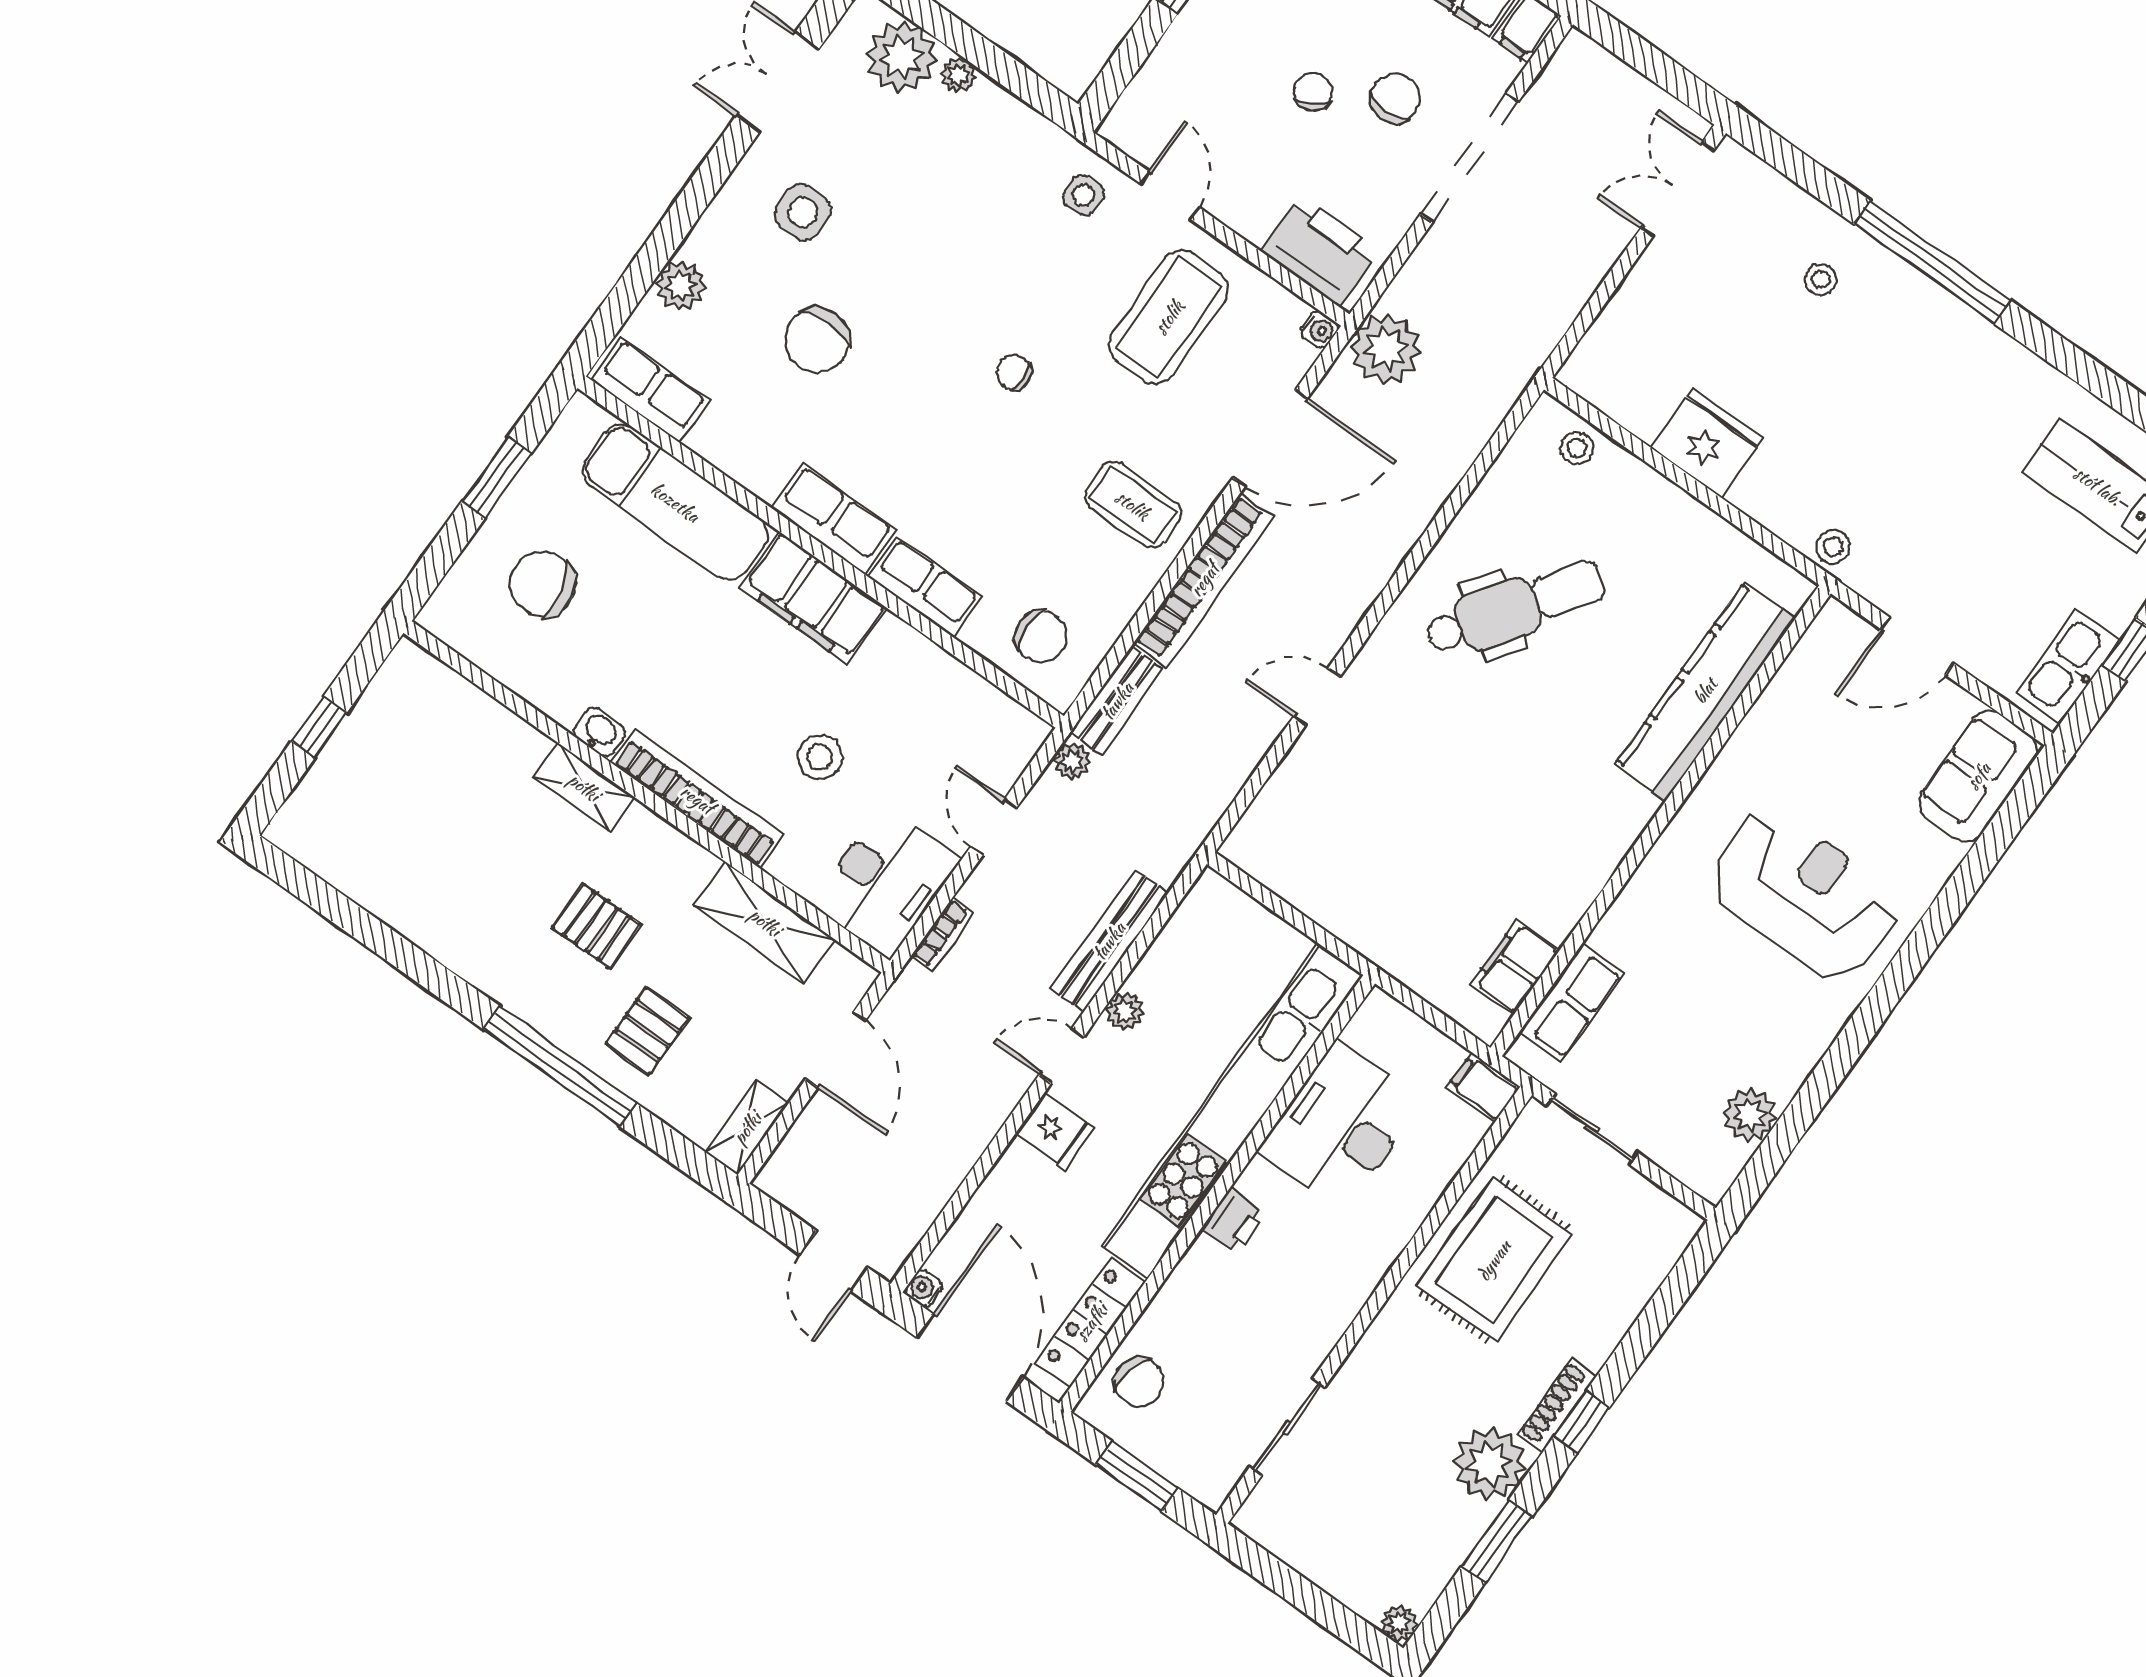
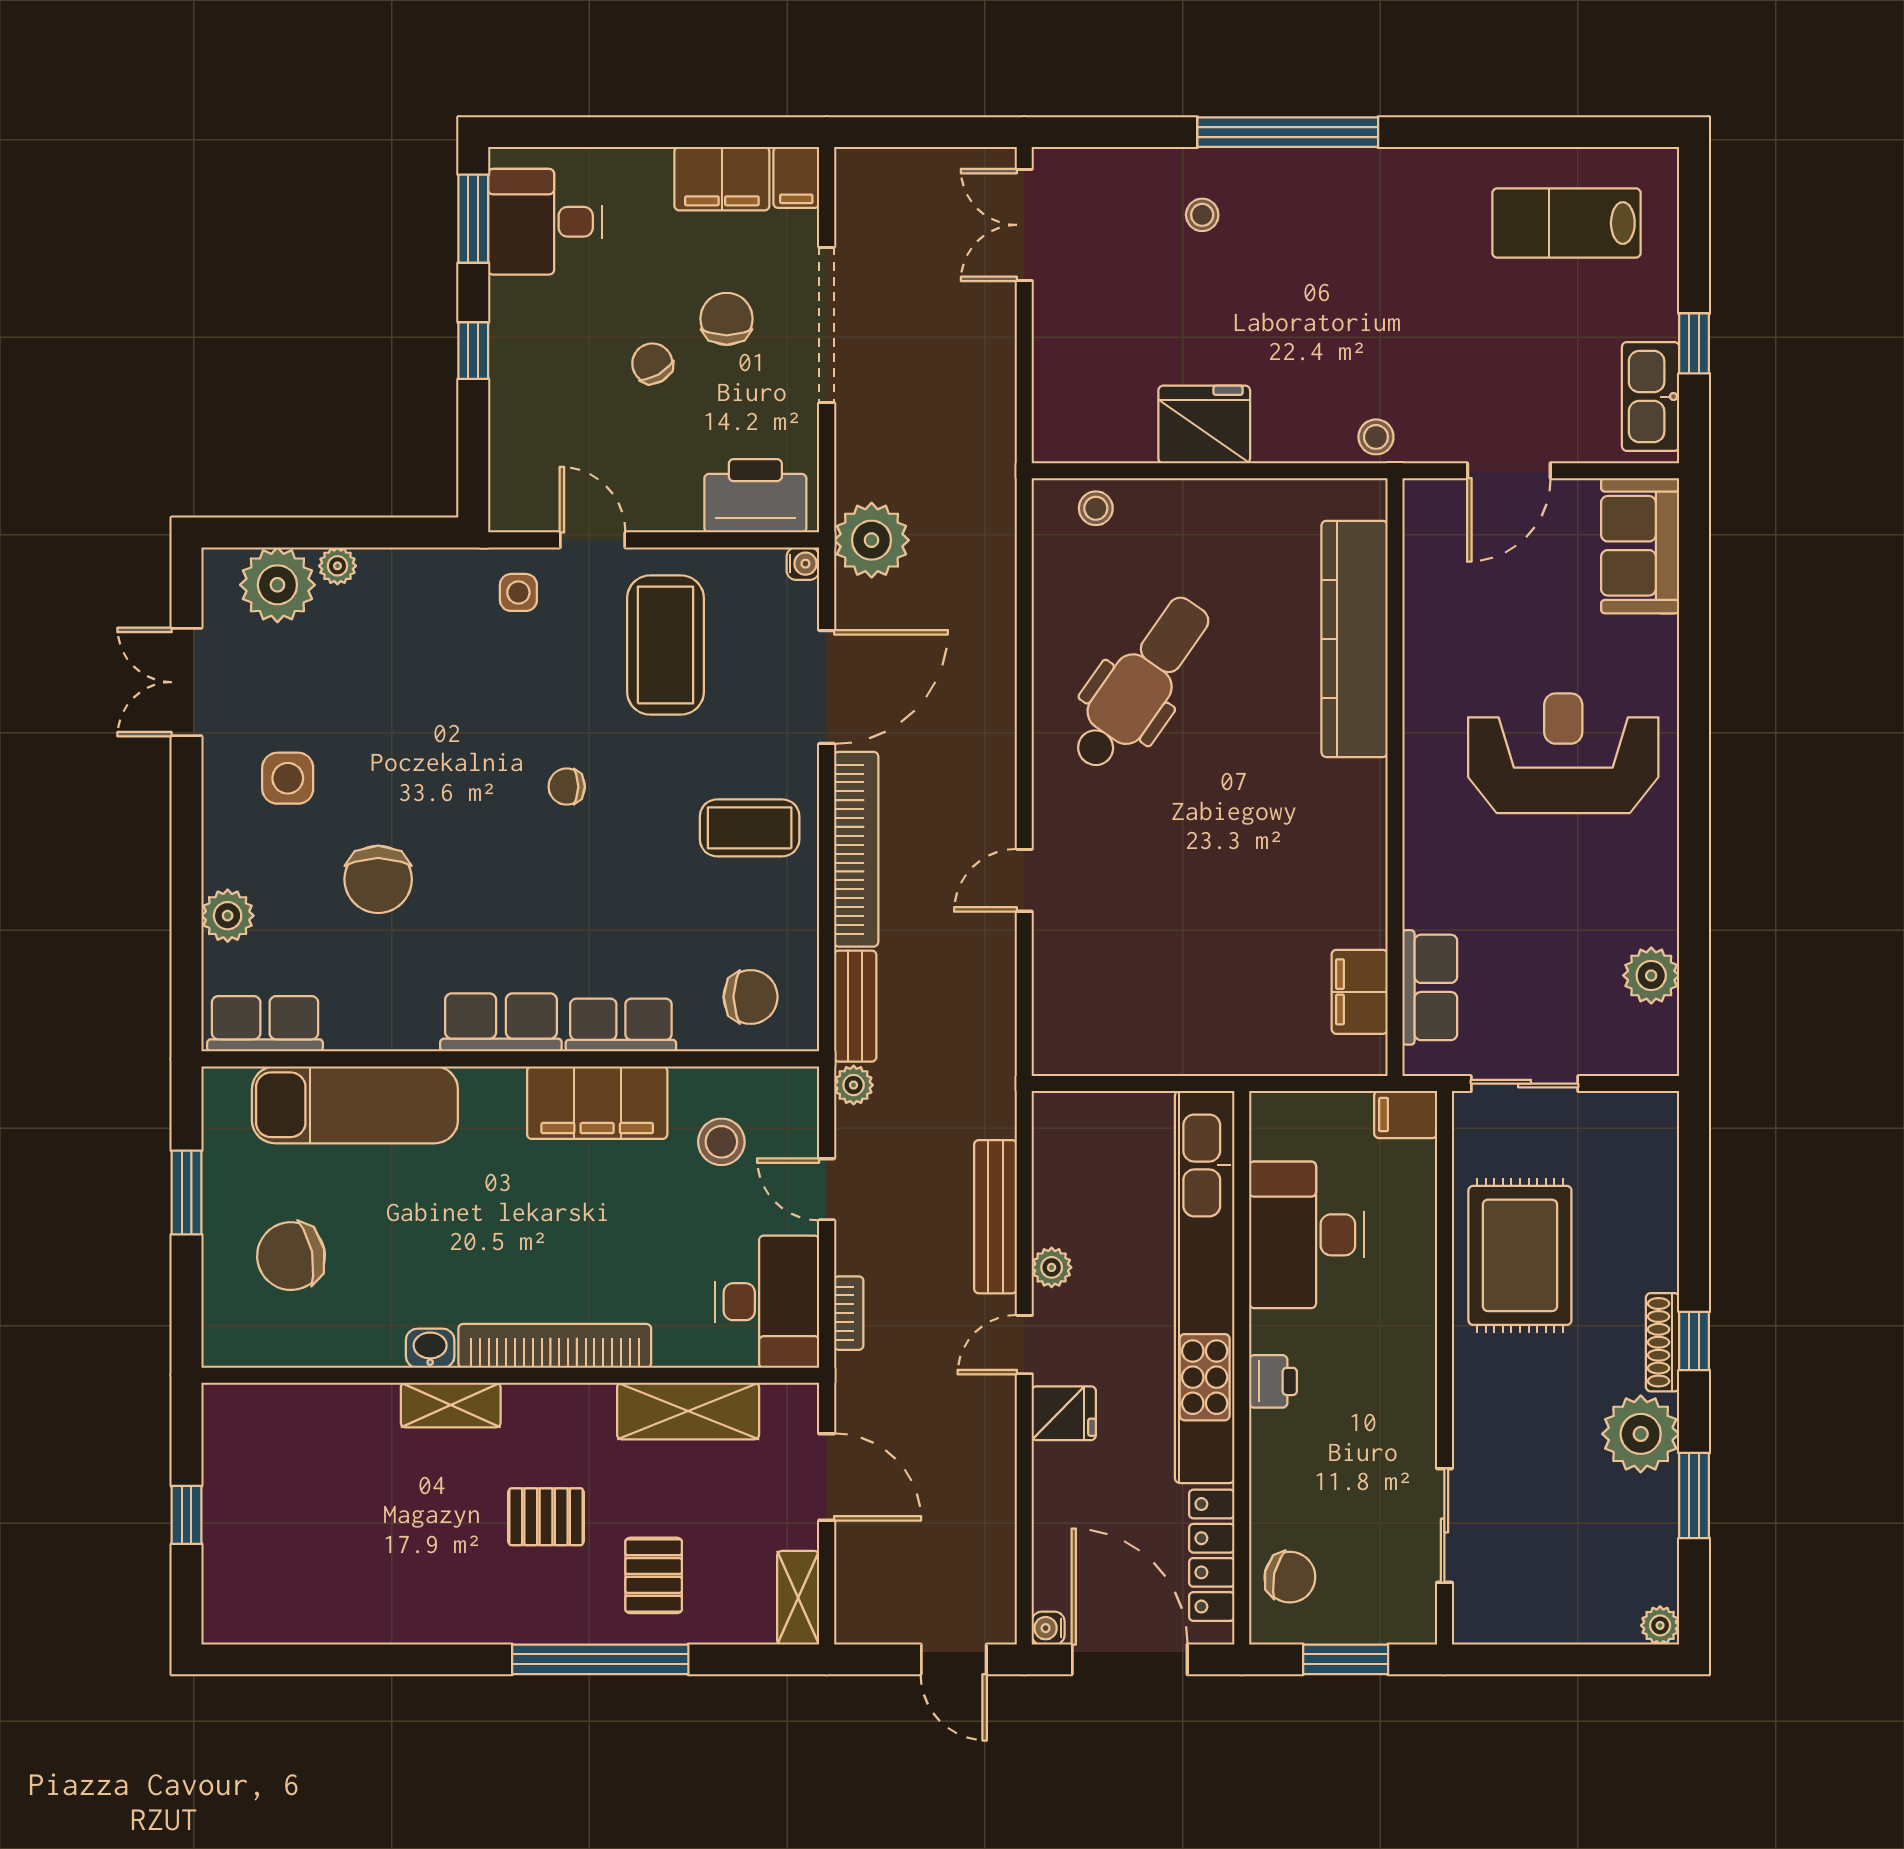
filing cabinet: (813, 598) -> (597, 1103), moved
stool: (820, 757) -> (721, 1142), moved

